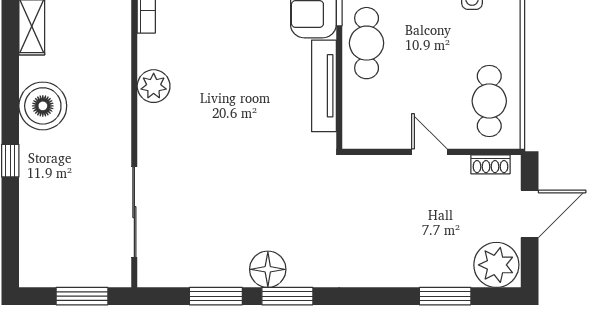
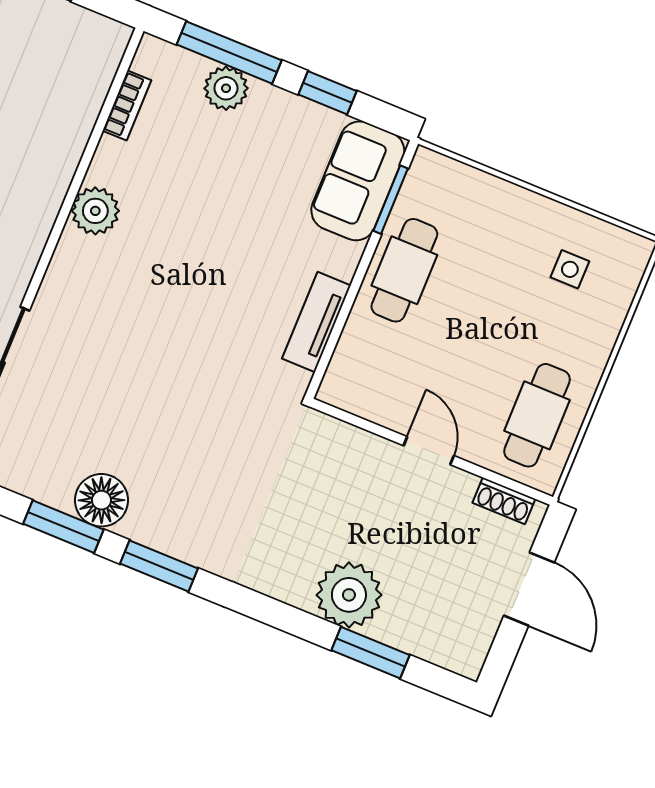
tv unit: (324, 86) -> (316, 322), width x0.71
door: (530, 214) -> (529, 589), hinge flipped
plant: (496, 265) -> (349, 595), moved
floor lamp: (268, 269) -> (101, 500), moved

